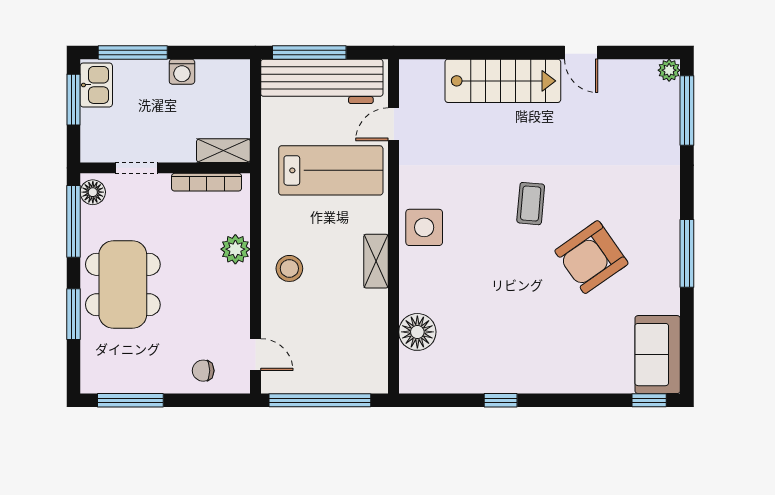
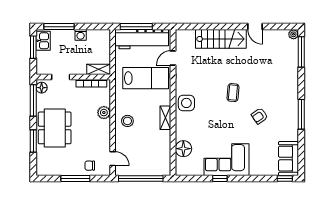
armchair: (591, 257) -> (260, 116), width x0.53, depth x0.53
corner sofa: (516, 357) -> (226, 160), added
window: (130, 400) -> (75, 179), moved

